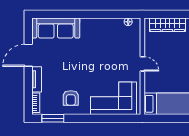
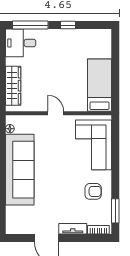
sofa: (56, 28) -> (20, 170), moved, width x1.36, depth x1.27
door: (142, 64) -> (56, 113), hinge flipped

